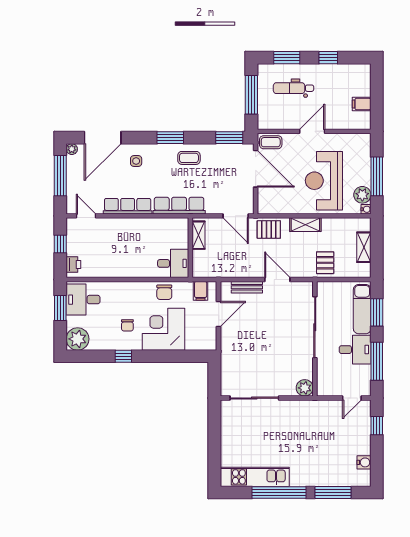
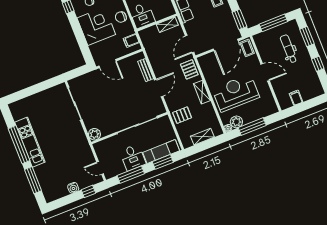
door: (219, 314) -> (108, 64), moved
water cooler: (364, 462) -> (73, 188), moved
kitchen unit: (255, 477) -> (30, 142), moved

